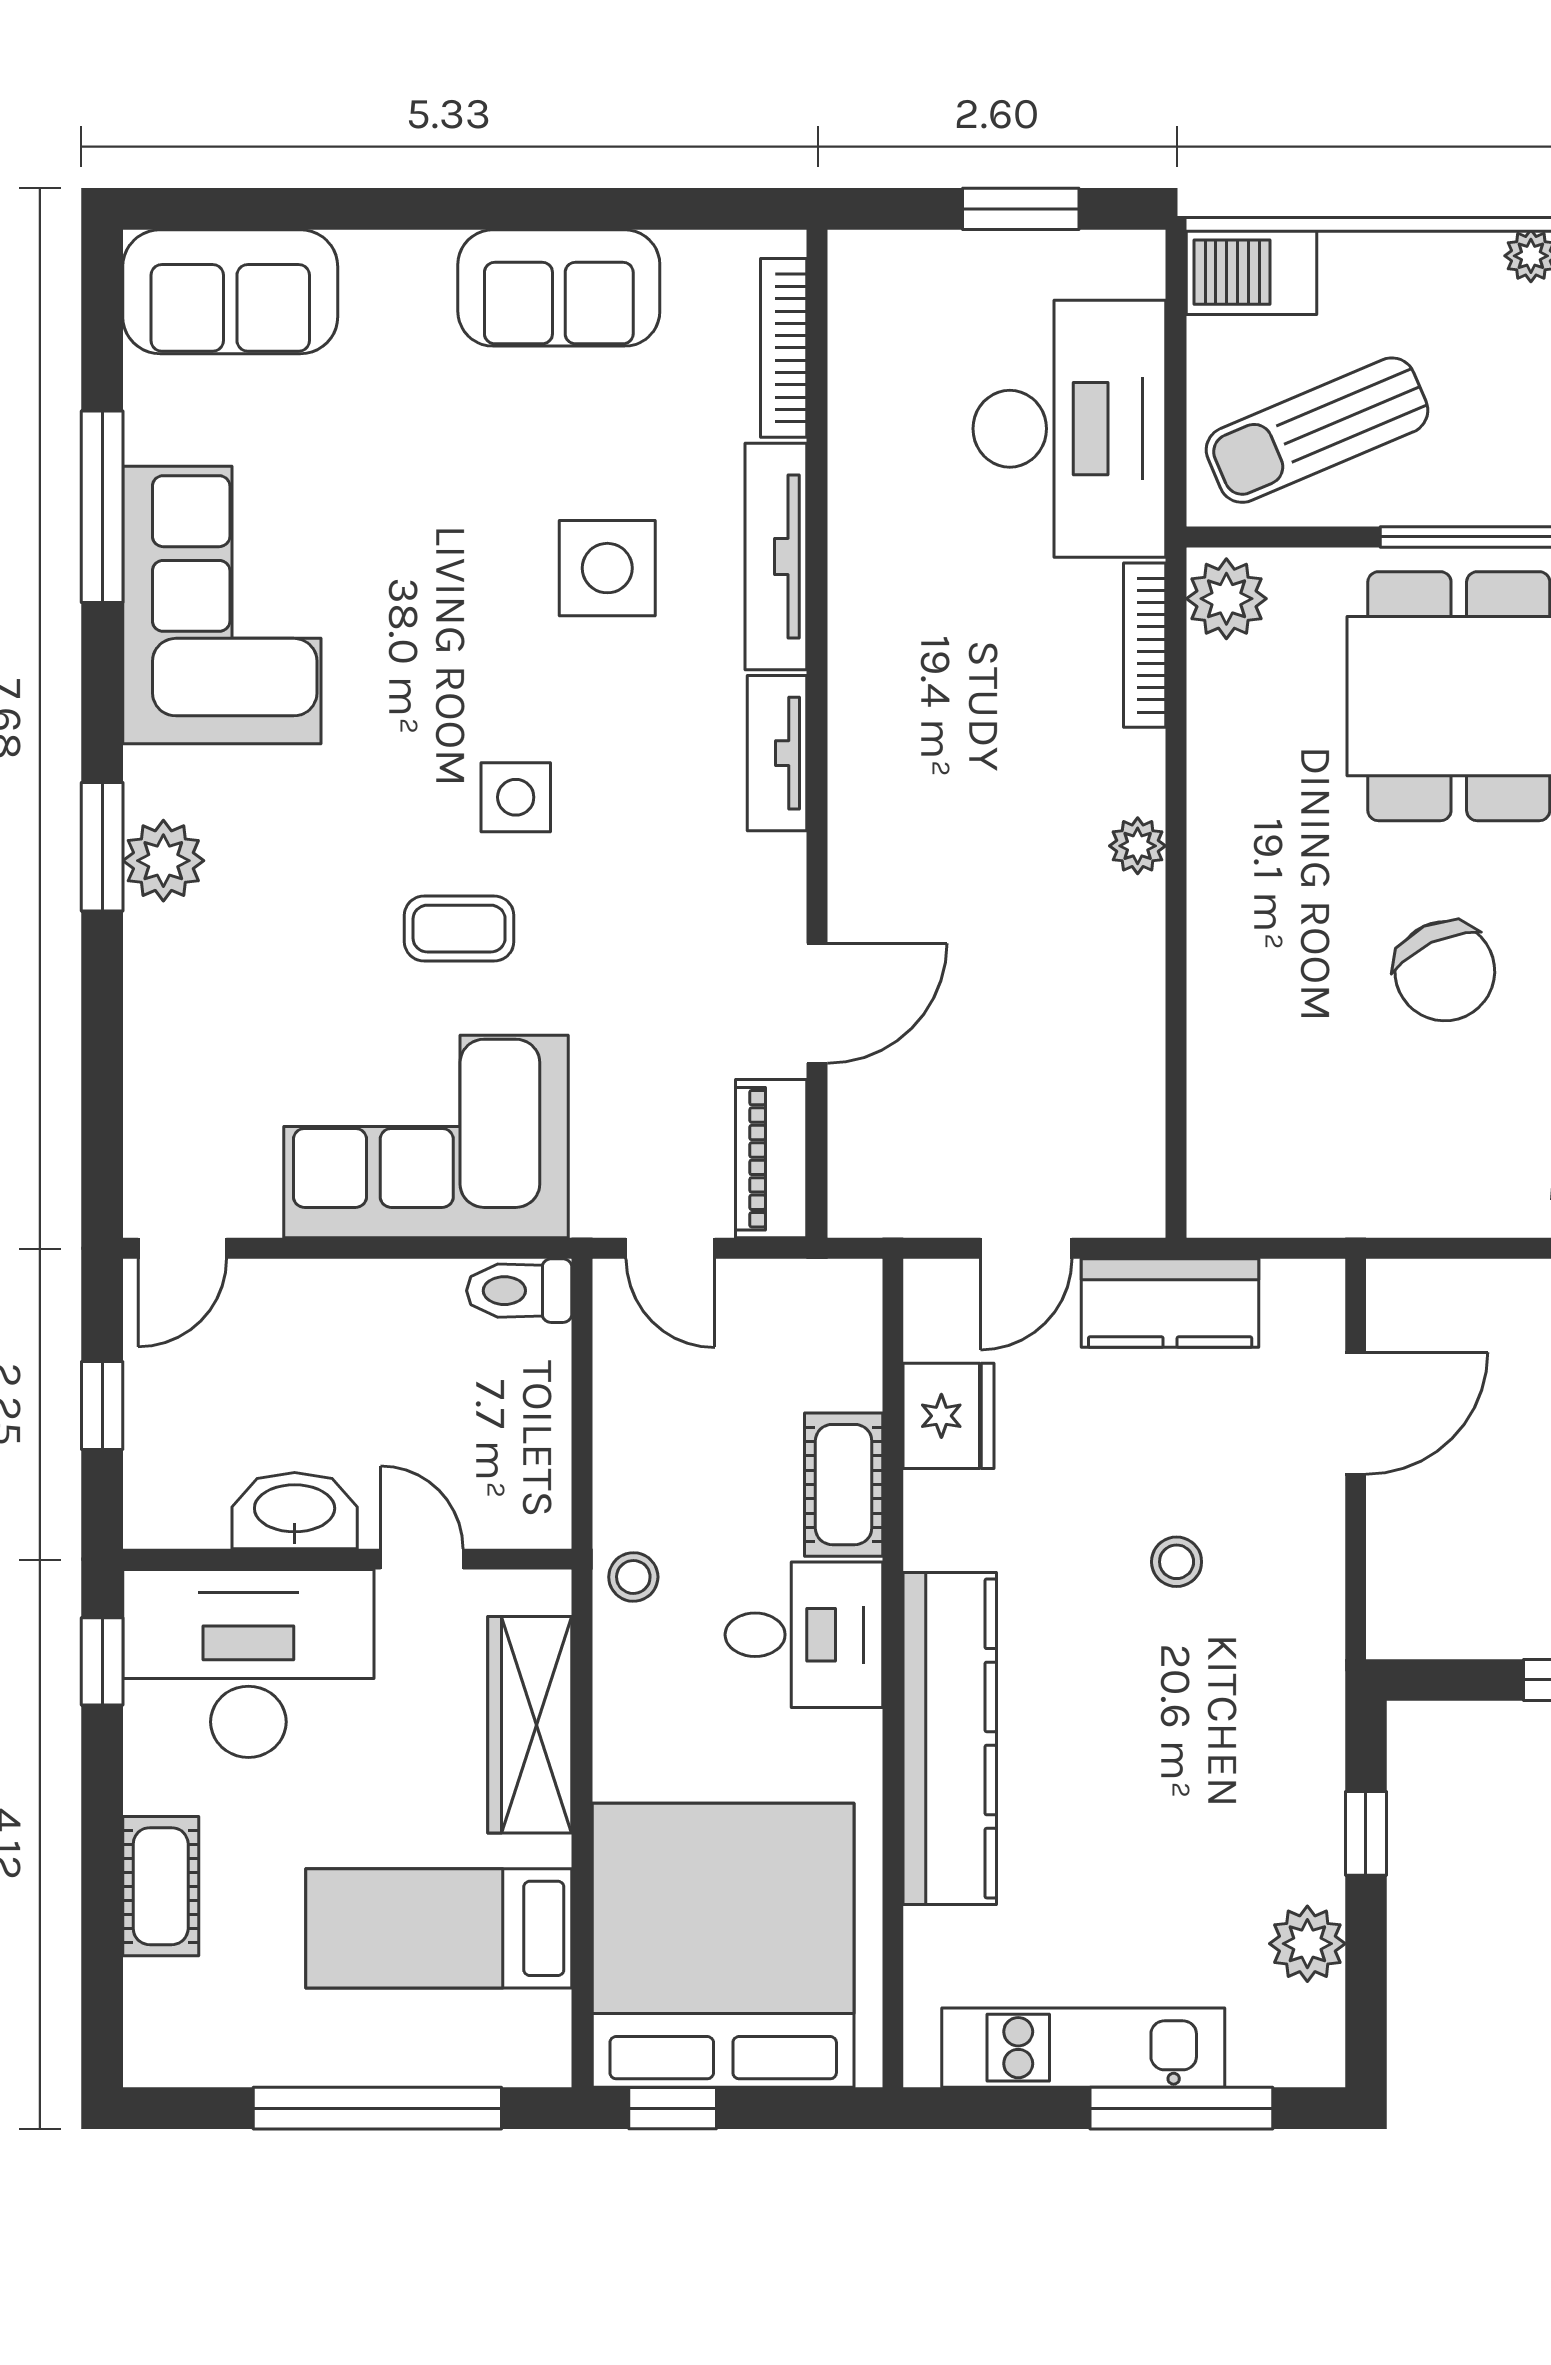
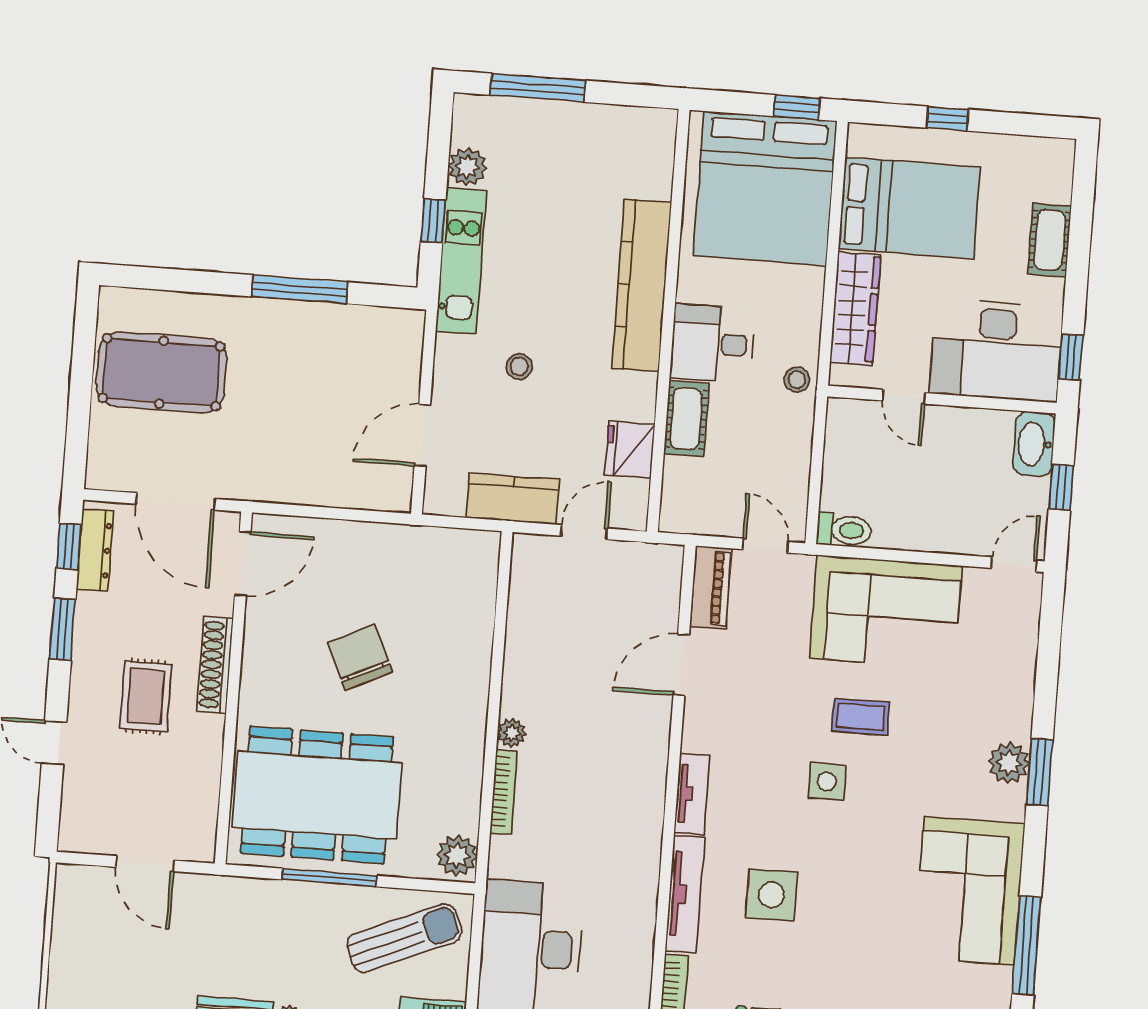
bookcase: (1145, 645) -> (504, 792), moved
washbasin: (295, 1511) -> (1034, 444), moved, turned 90
bed: (439, 1928) -> (909, 208), width x1.50
kitchen unit: (1083, 2048) -> (461, 261), moved, turned -90
window: (377, 2108) -> (948, 119), width x0.32

